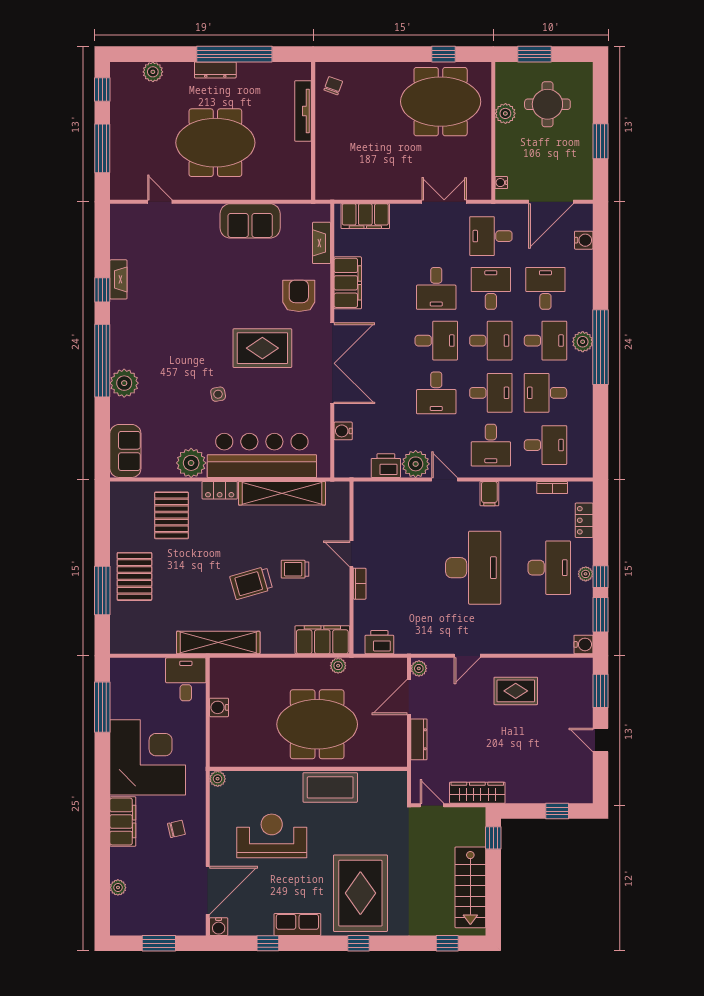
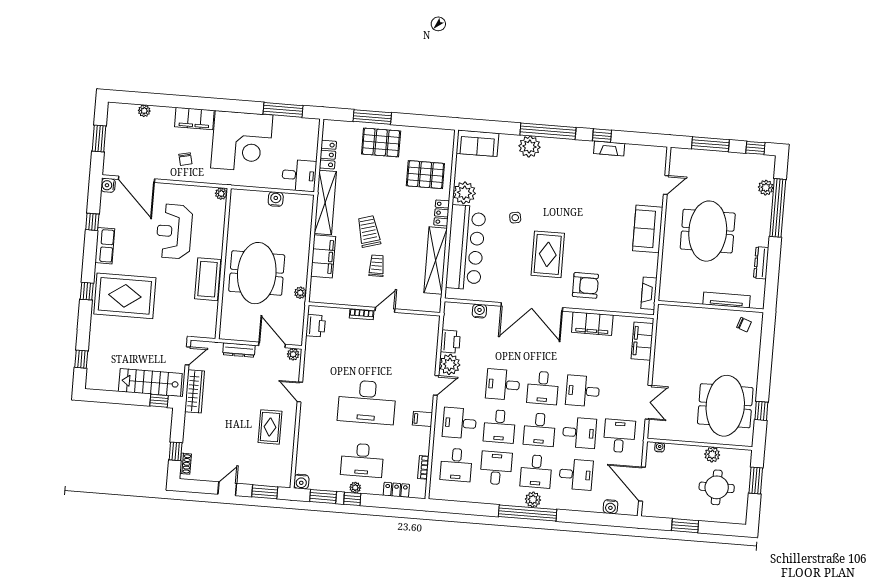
window: (234, 54) -> (778, 208), moved
dresser: (215, 70) -> (761, 263), moved
sofa: (250, 221) -> (648, 229), moved
fireplace: (322, 243) -> (649, 293), moved, turned -90
filing cabinet: (322, 640) -> (323, 256), moved
locker: (156, 644) -> (328, 155), added
shoe rack: (572, 797) -> (186, 464), added
reception desk: (272, 836) -> (174, 231), turned 180
stairs: (470, 887) -> (150, 382), moved

